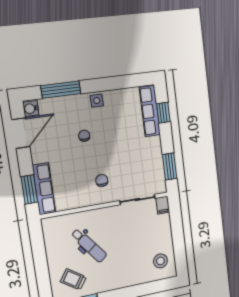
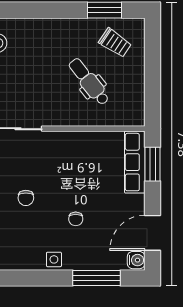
chair: (102, 180) -> (26, 198), moved

